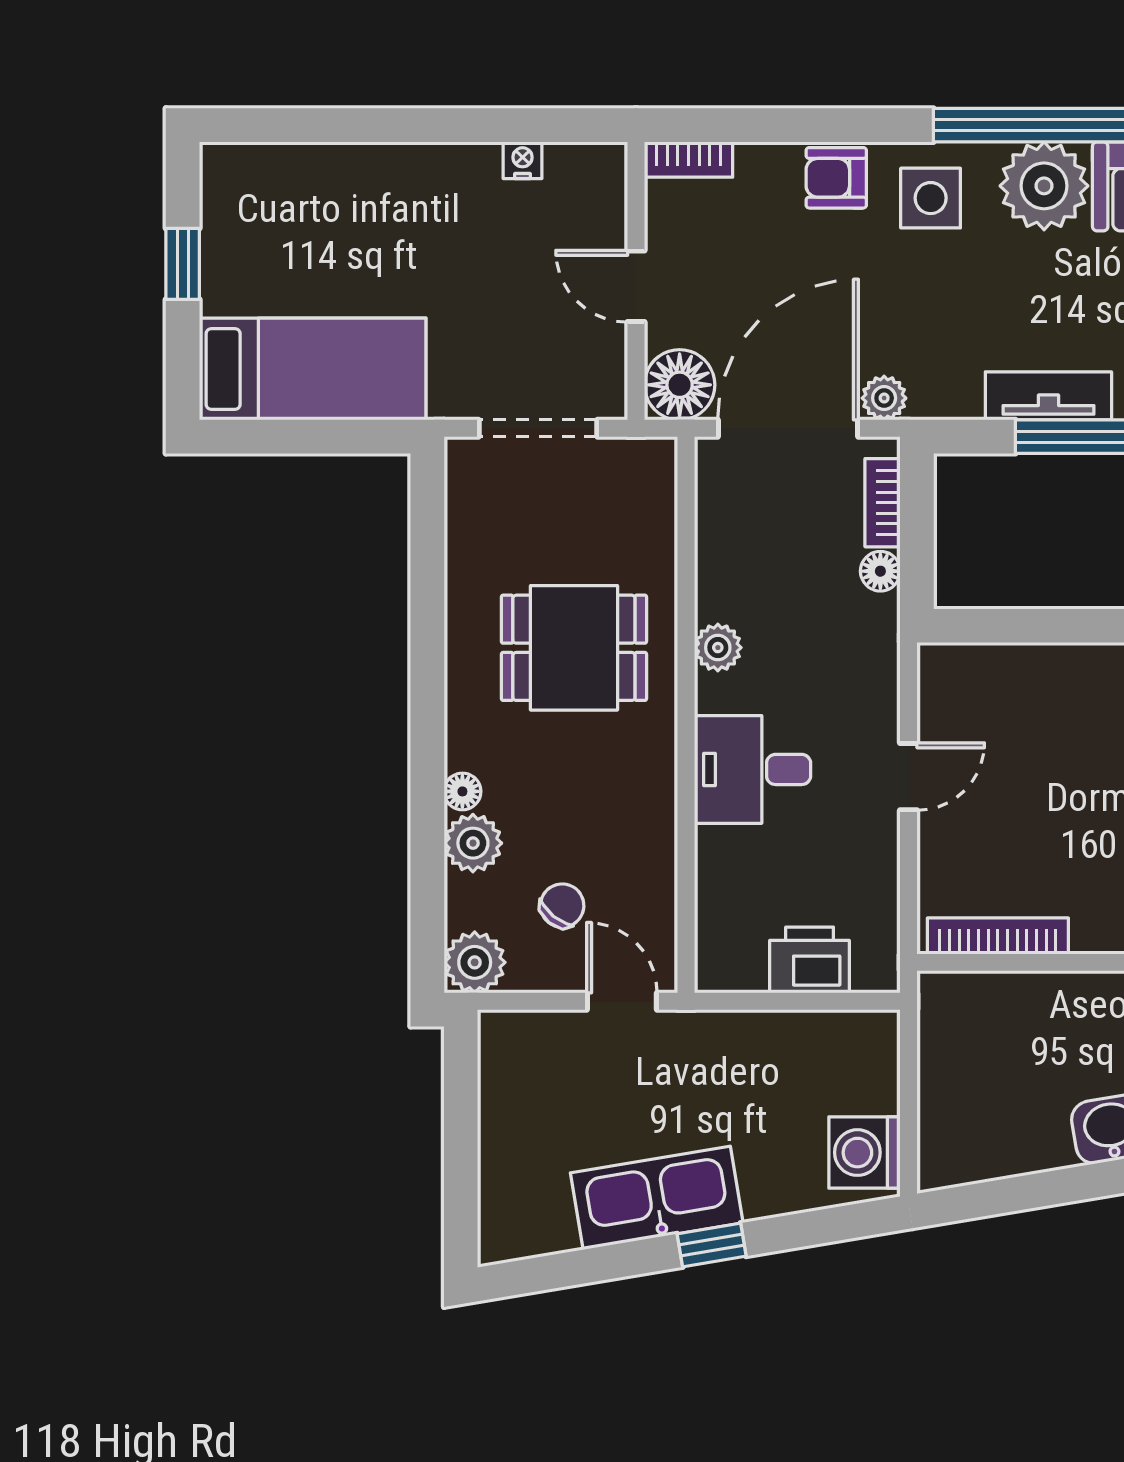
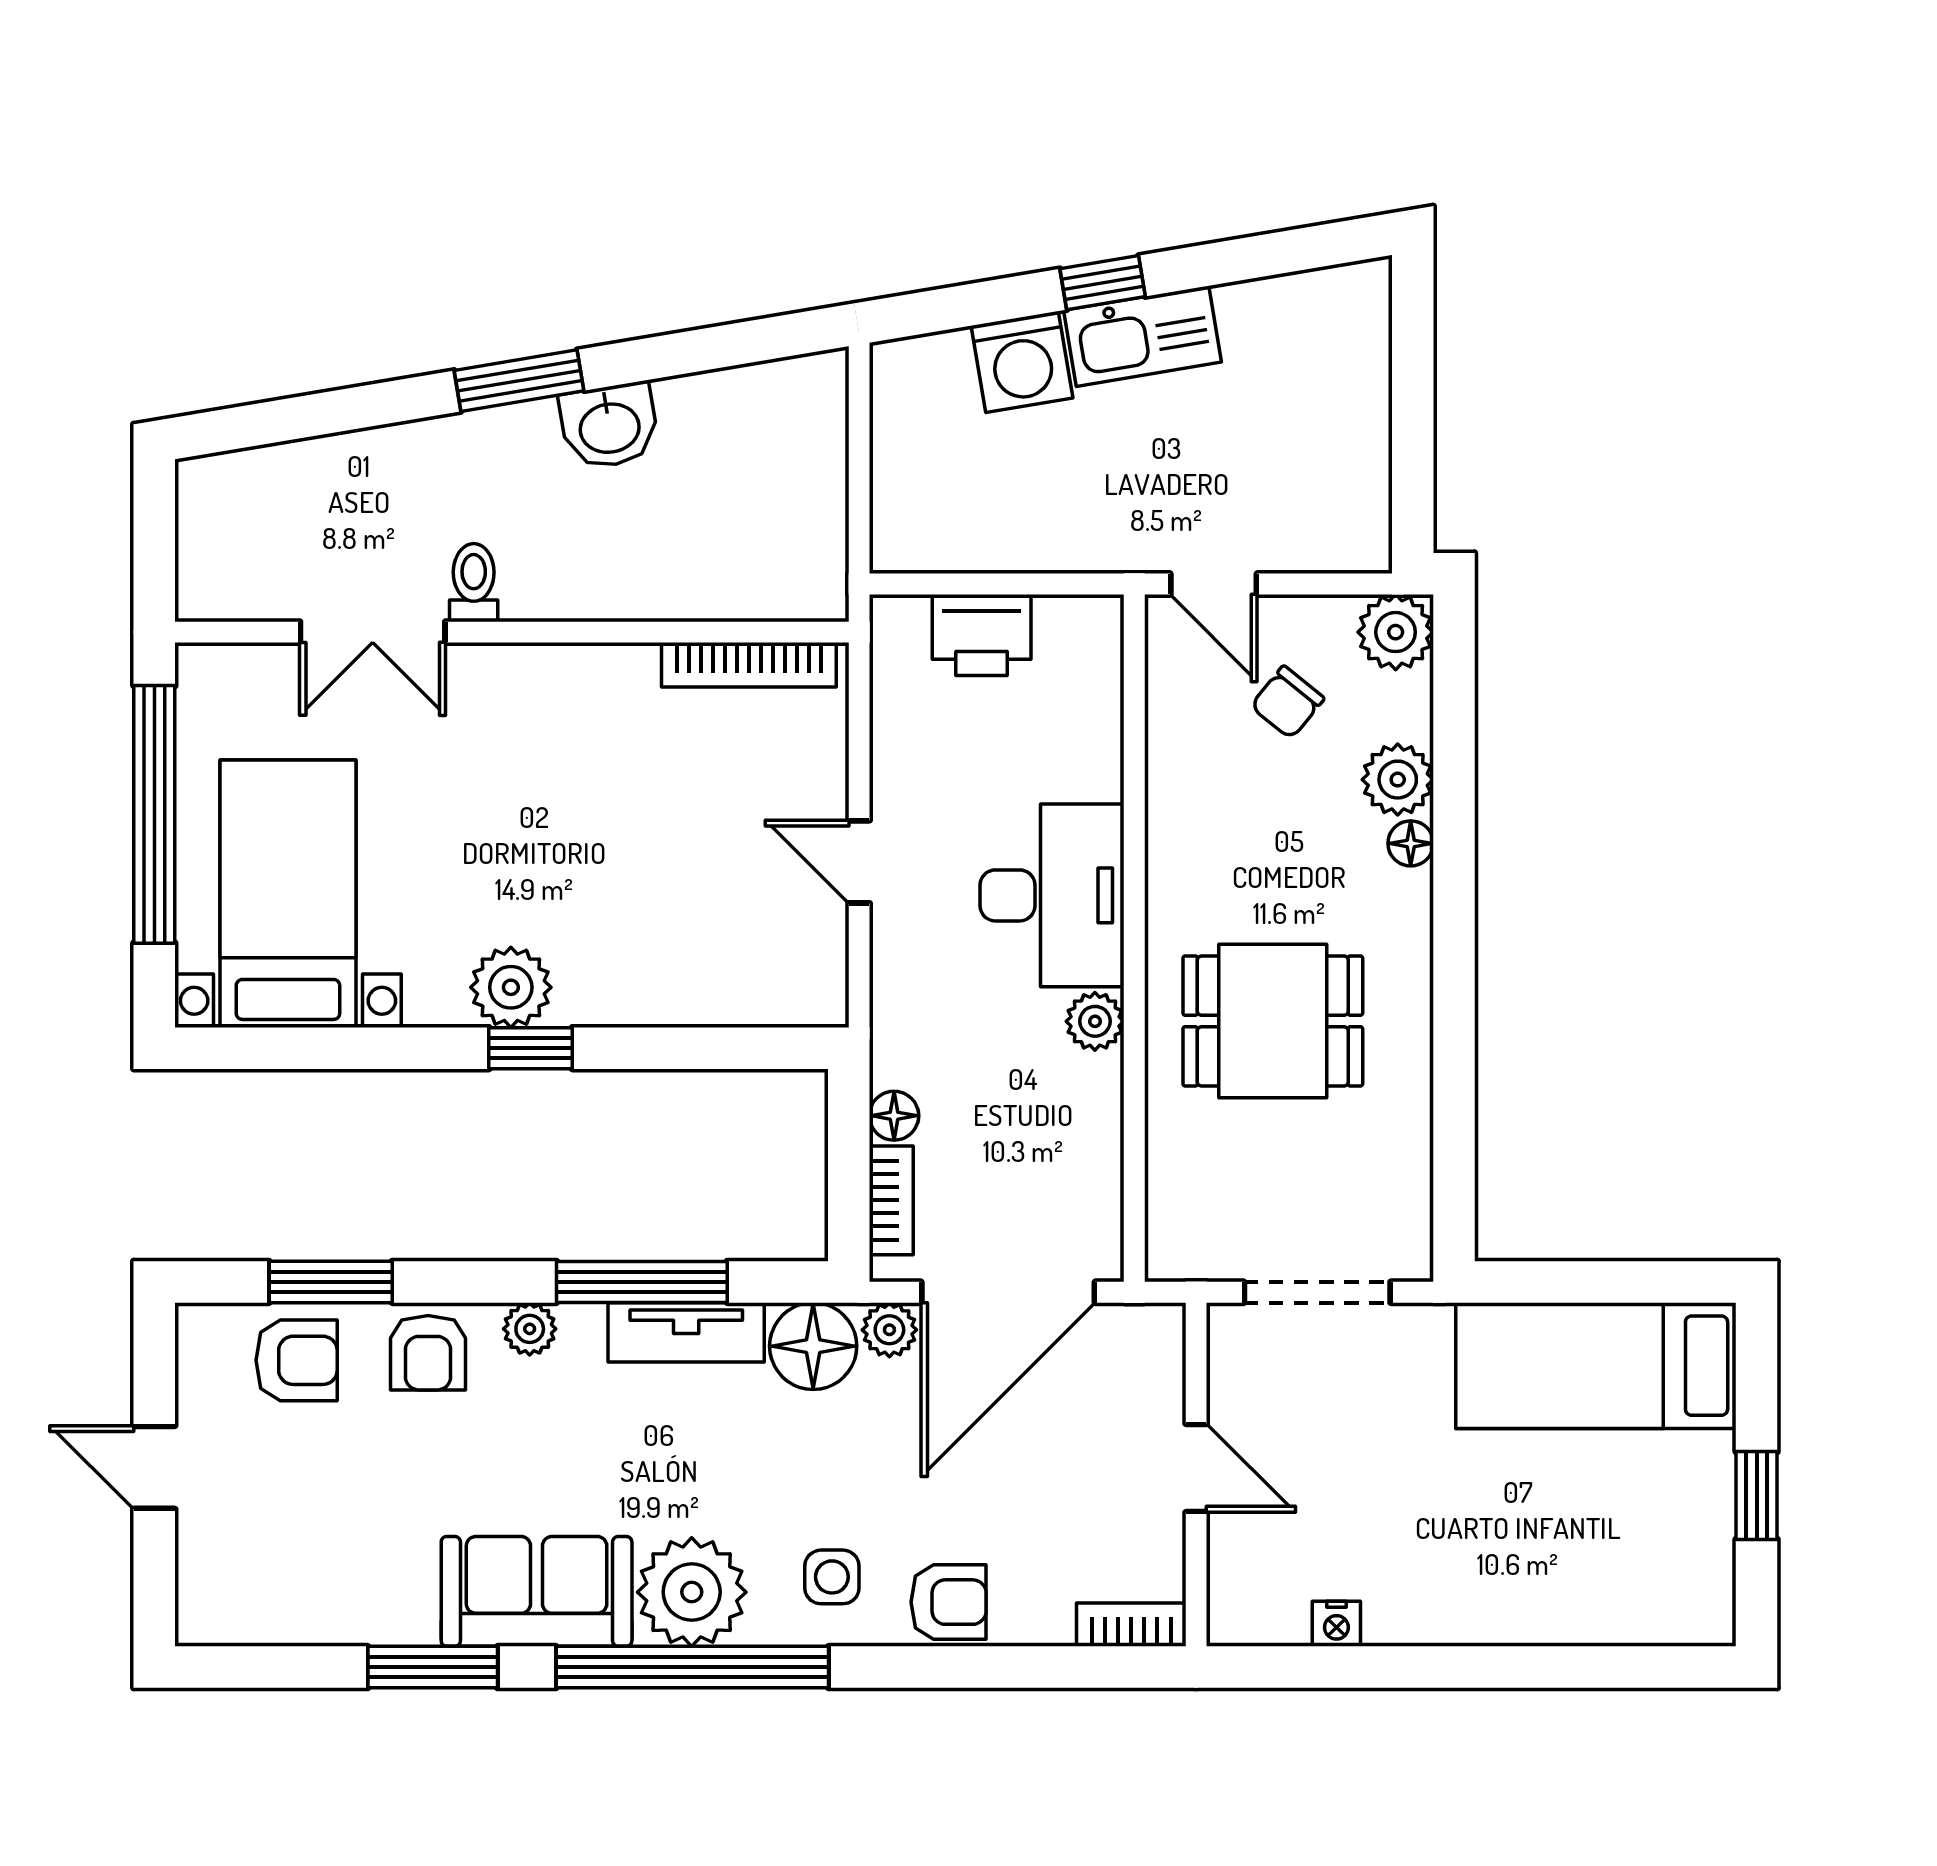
side table: (931, 198) -> (832, 1577), width x0.73, depth x0.73
floor lamp: (680, 385) -> (813, 1346), moved
desk: (753, 769) -> (1052, 895), width x1.37
door: (909, 777) -> (859, 862), hinge flipped
washing machine: (865, 1153) -> (1022, 362), moved, turned 80
kitchen sink: (657, 1198) -> (1143, 336), width x0.73, depth x0.81

